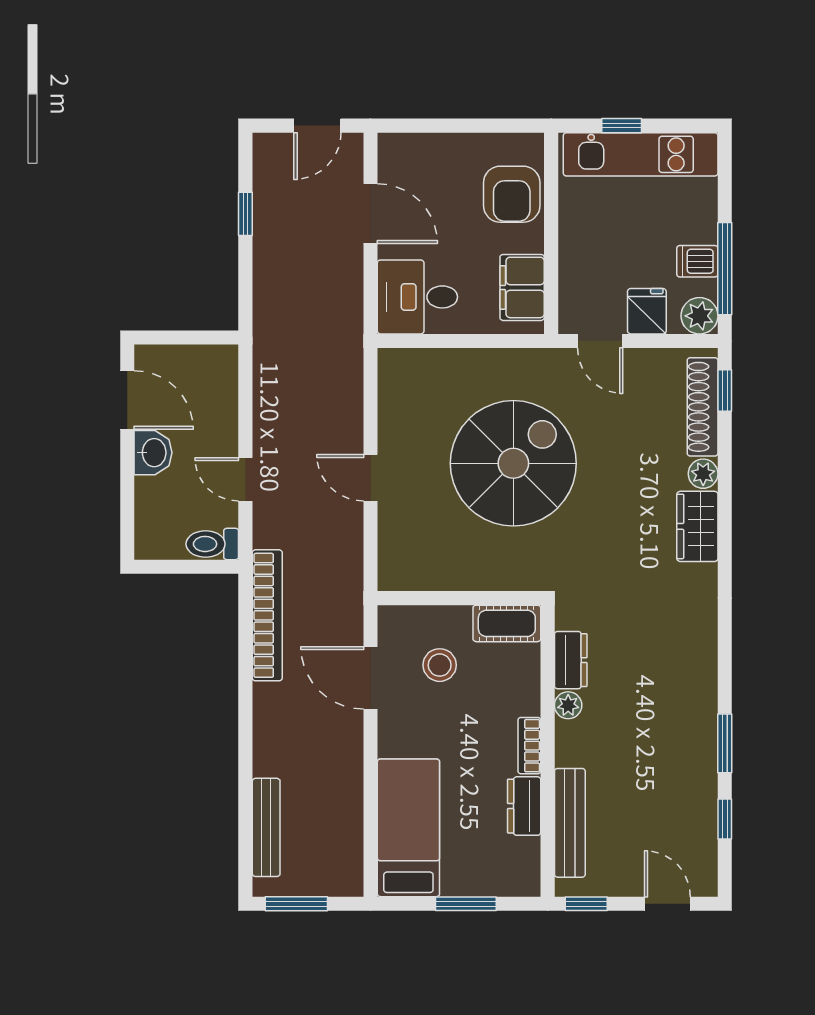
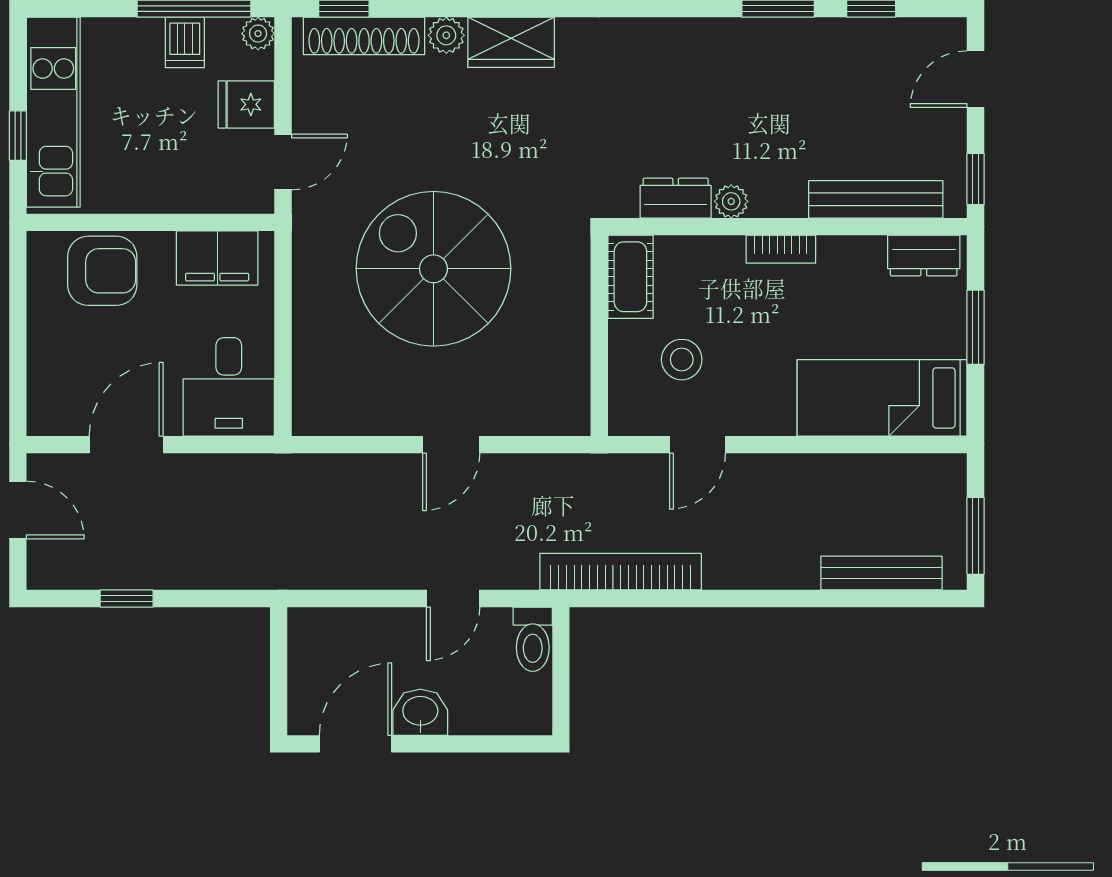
plant: (700, 316) -> (258, 34), width x0.73, depth x0.73
door: (370, 678) -> (698, 445), width x0.73
dresser: (524, 806) -> (924, 256), moved

